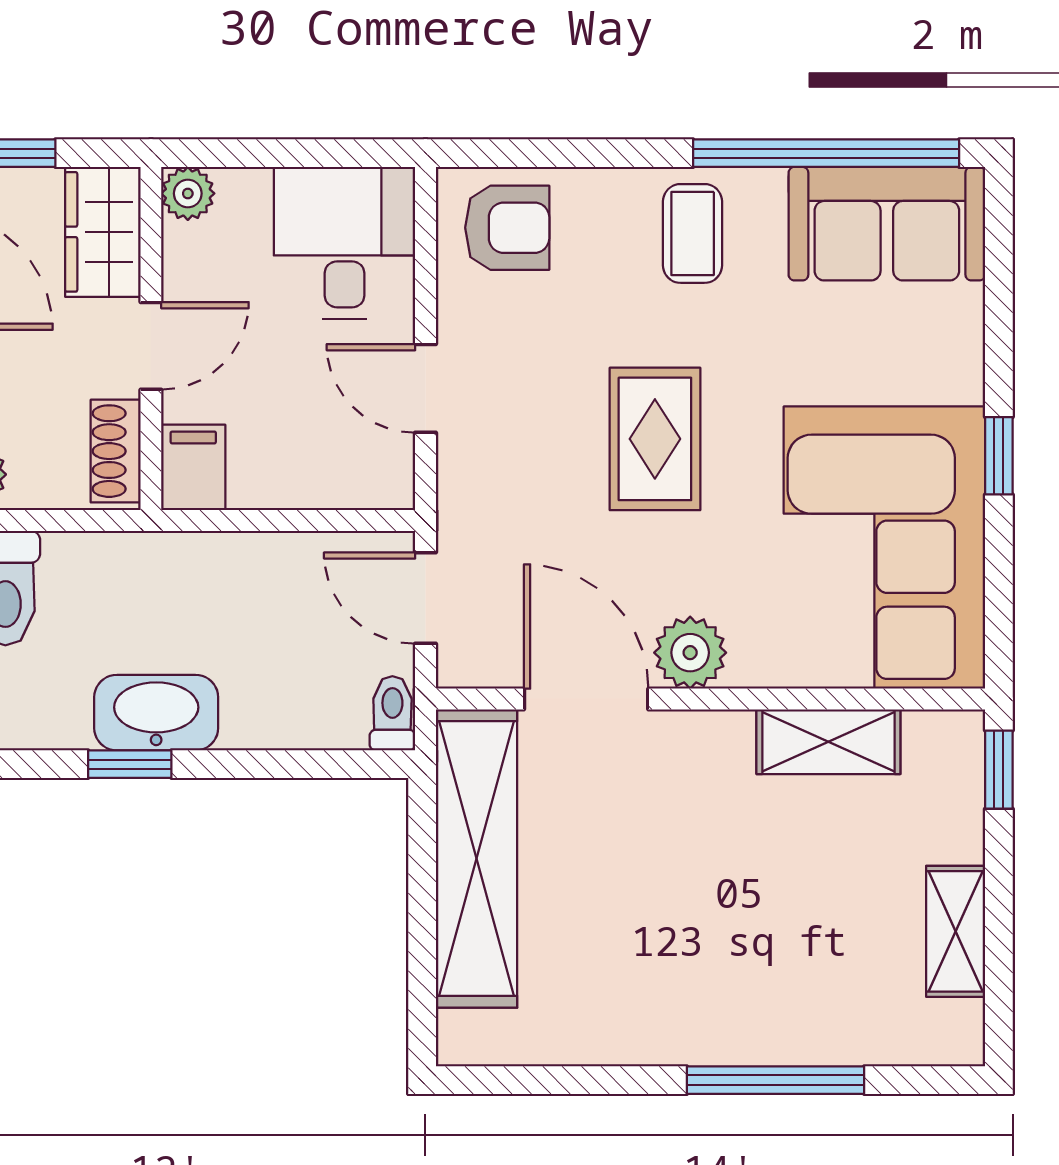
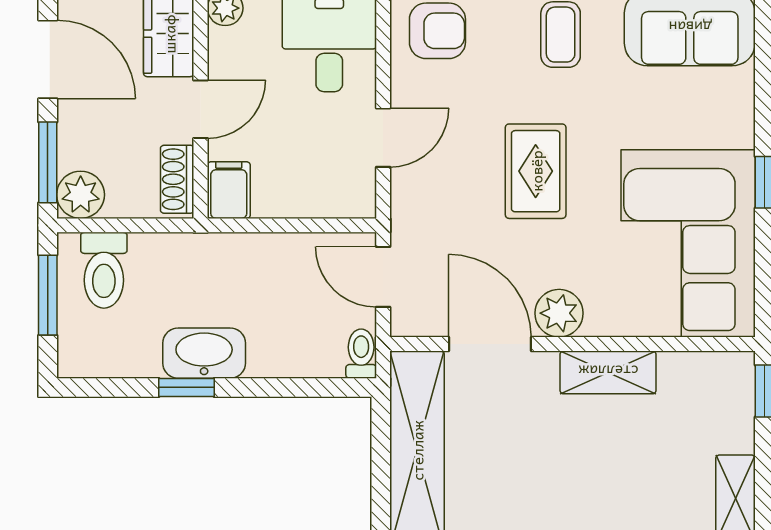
door: (426, 388) -> (383, 138), swing flipped
shelving: (828, 742) -> (608, 372), moved

